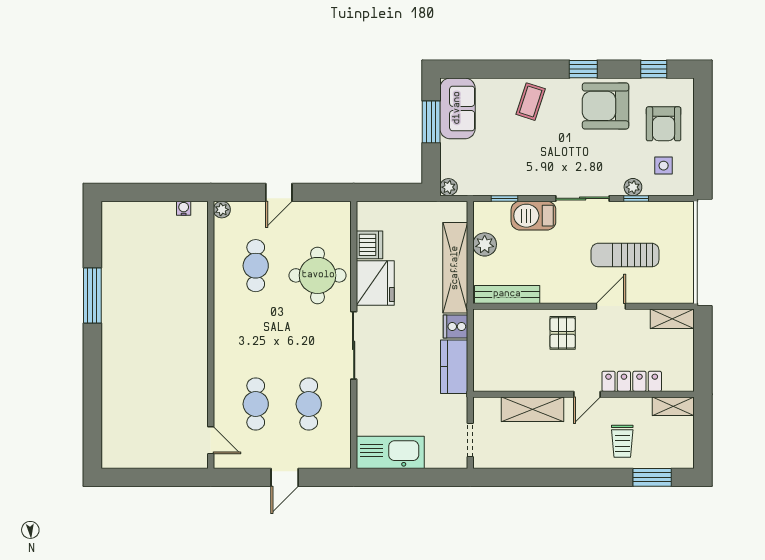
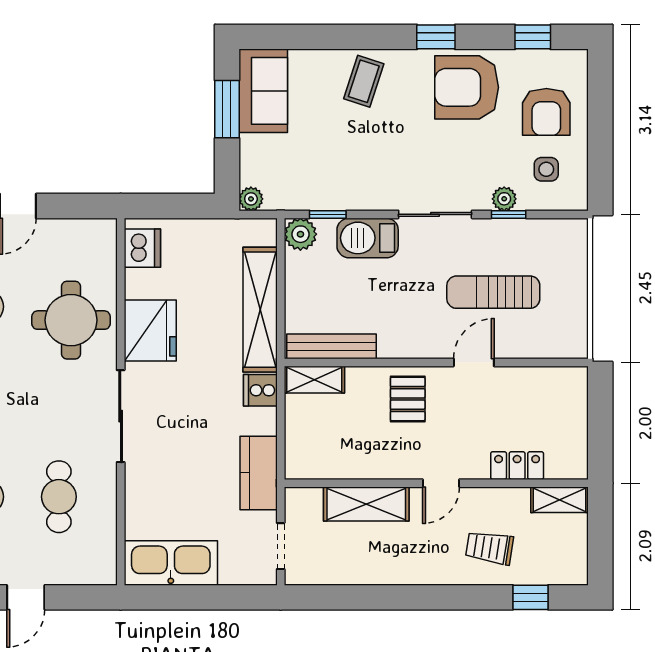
plant: (485, 244) -> (300, 234), moved
dishwasher: (369, 245) -> (142, 248), moved
shelving: (672, 319) -> (314, 380), moved
kitchen counter: (454, 367) -> (259, 473), moved
locker: (632, 381) -> (517, 466), width x0.66
trolley: (622, 441) -> (490, 548), turned 99
window: (652, 477) -> (531, 597), width x0.67

